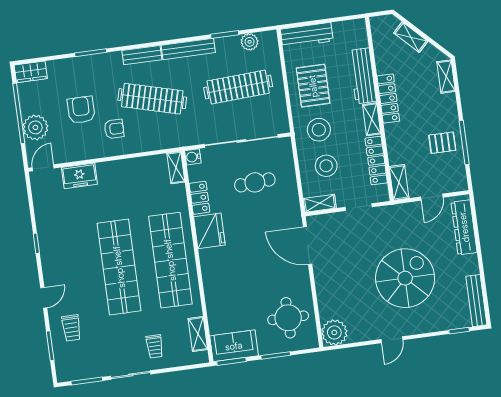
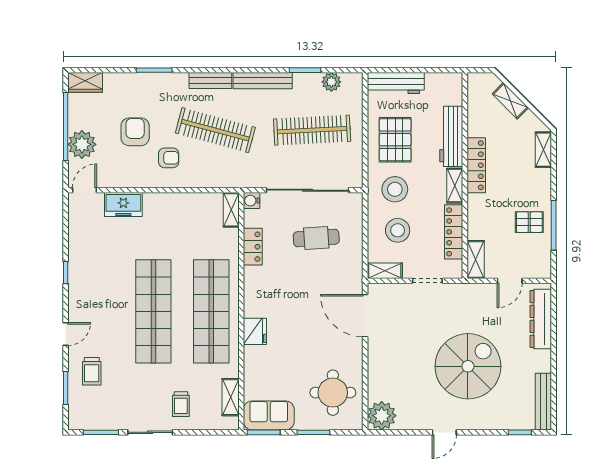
fridge: (209, 231) -> (255, 331), moved, width x0.73, depth x0.75

